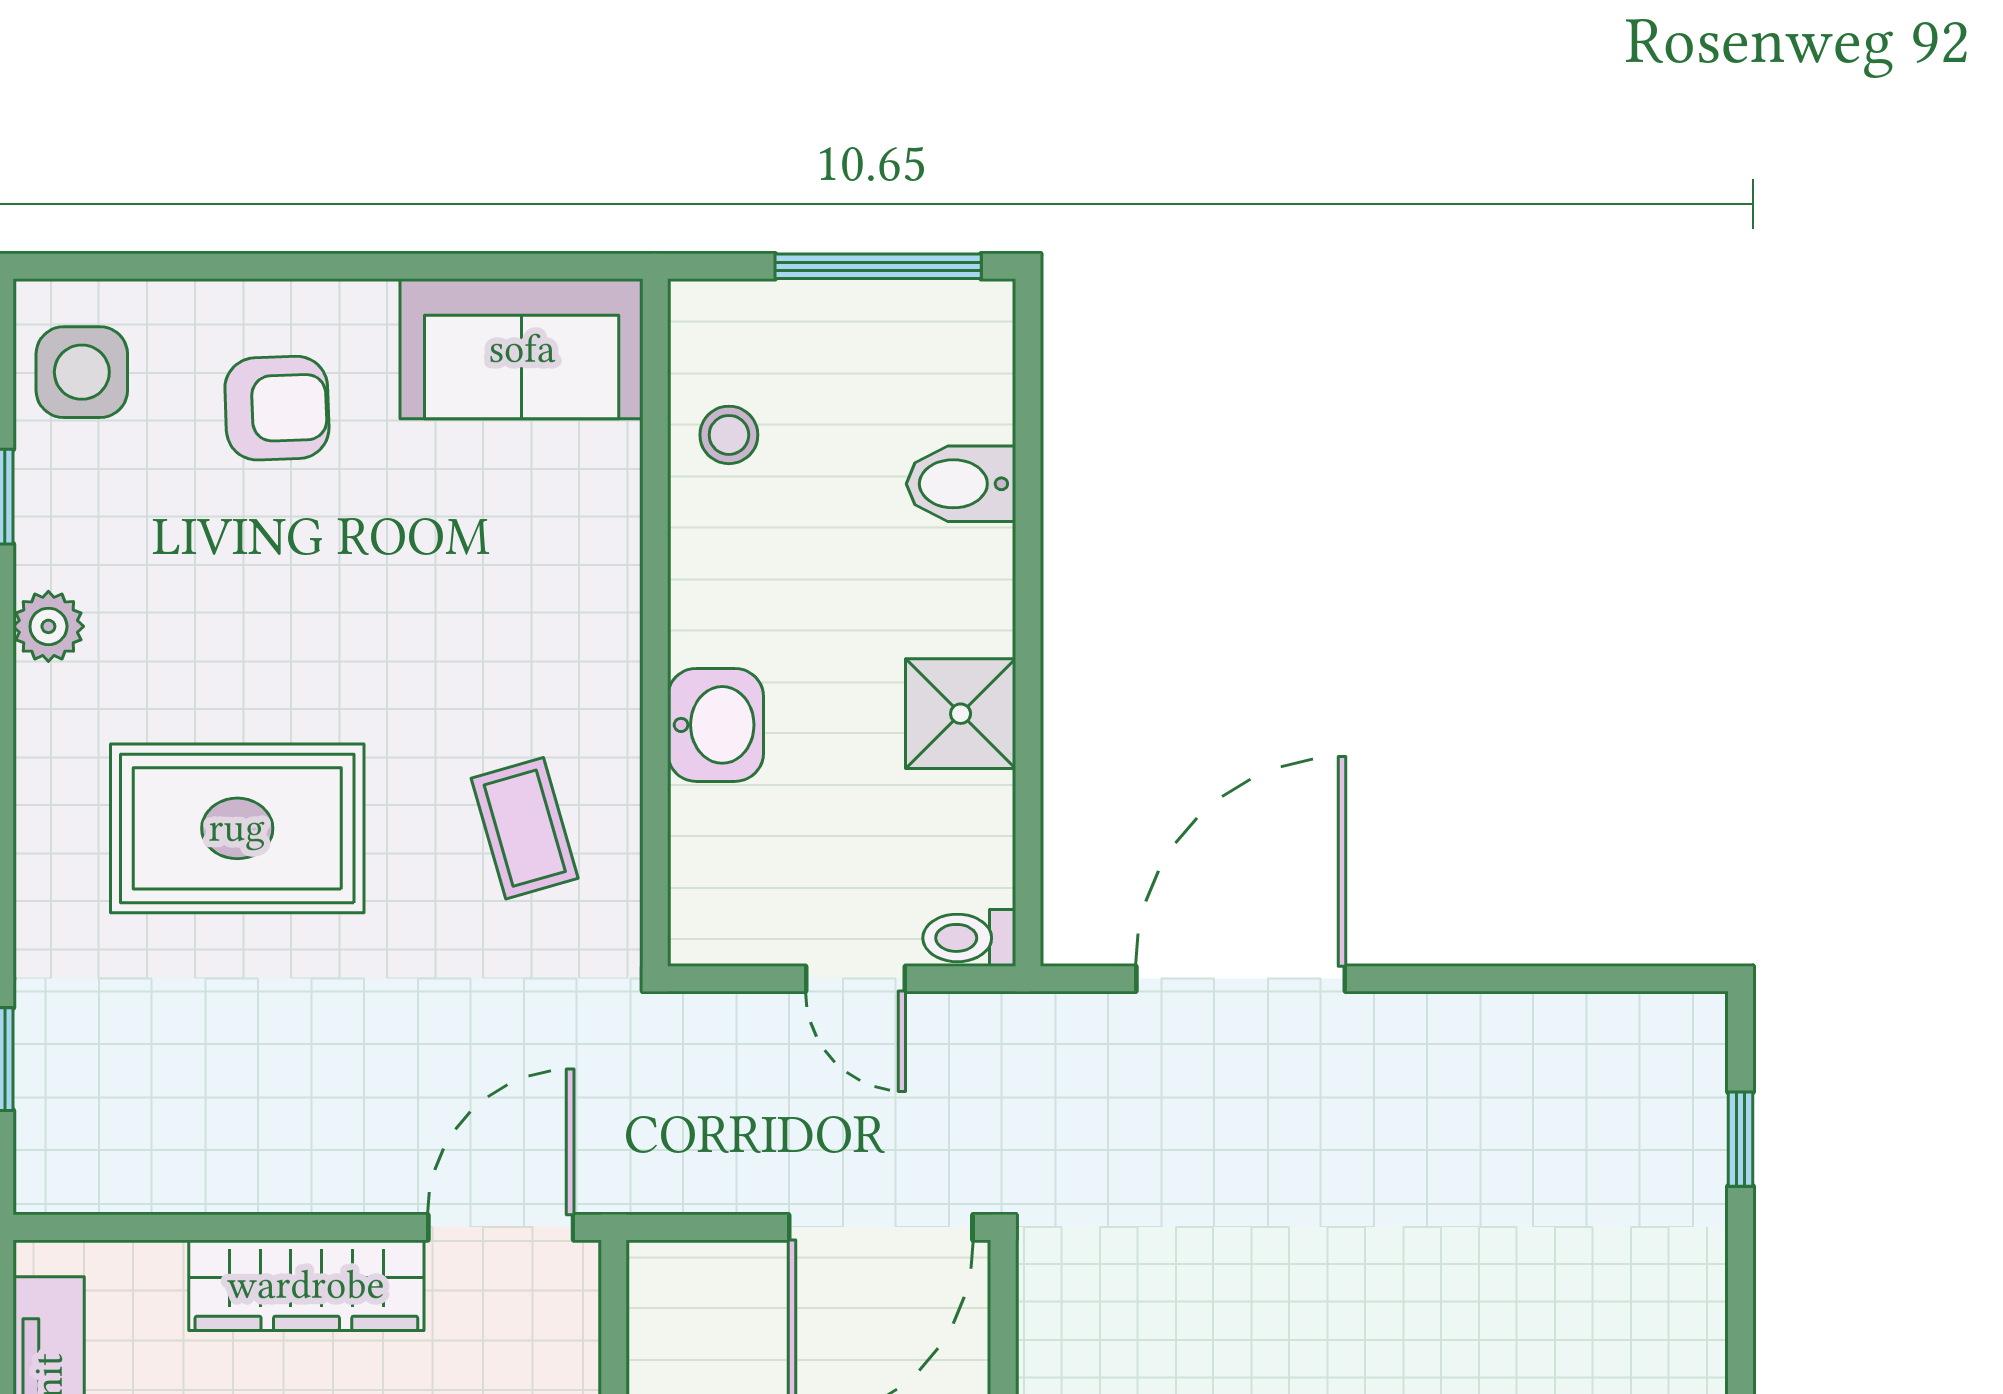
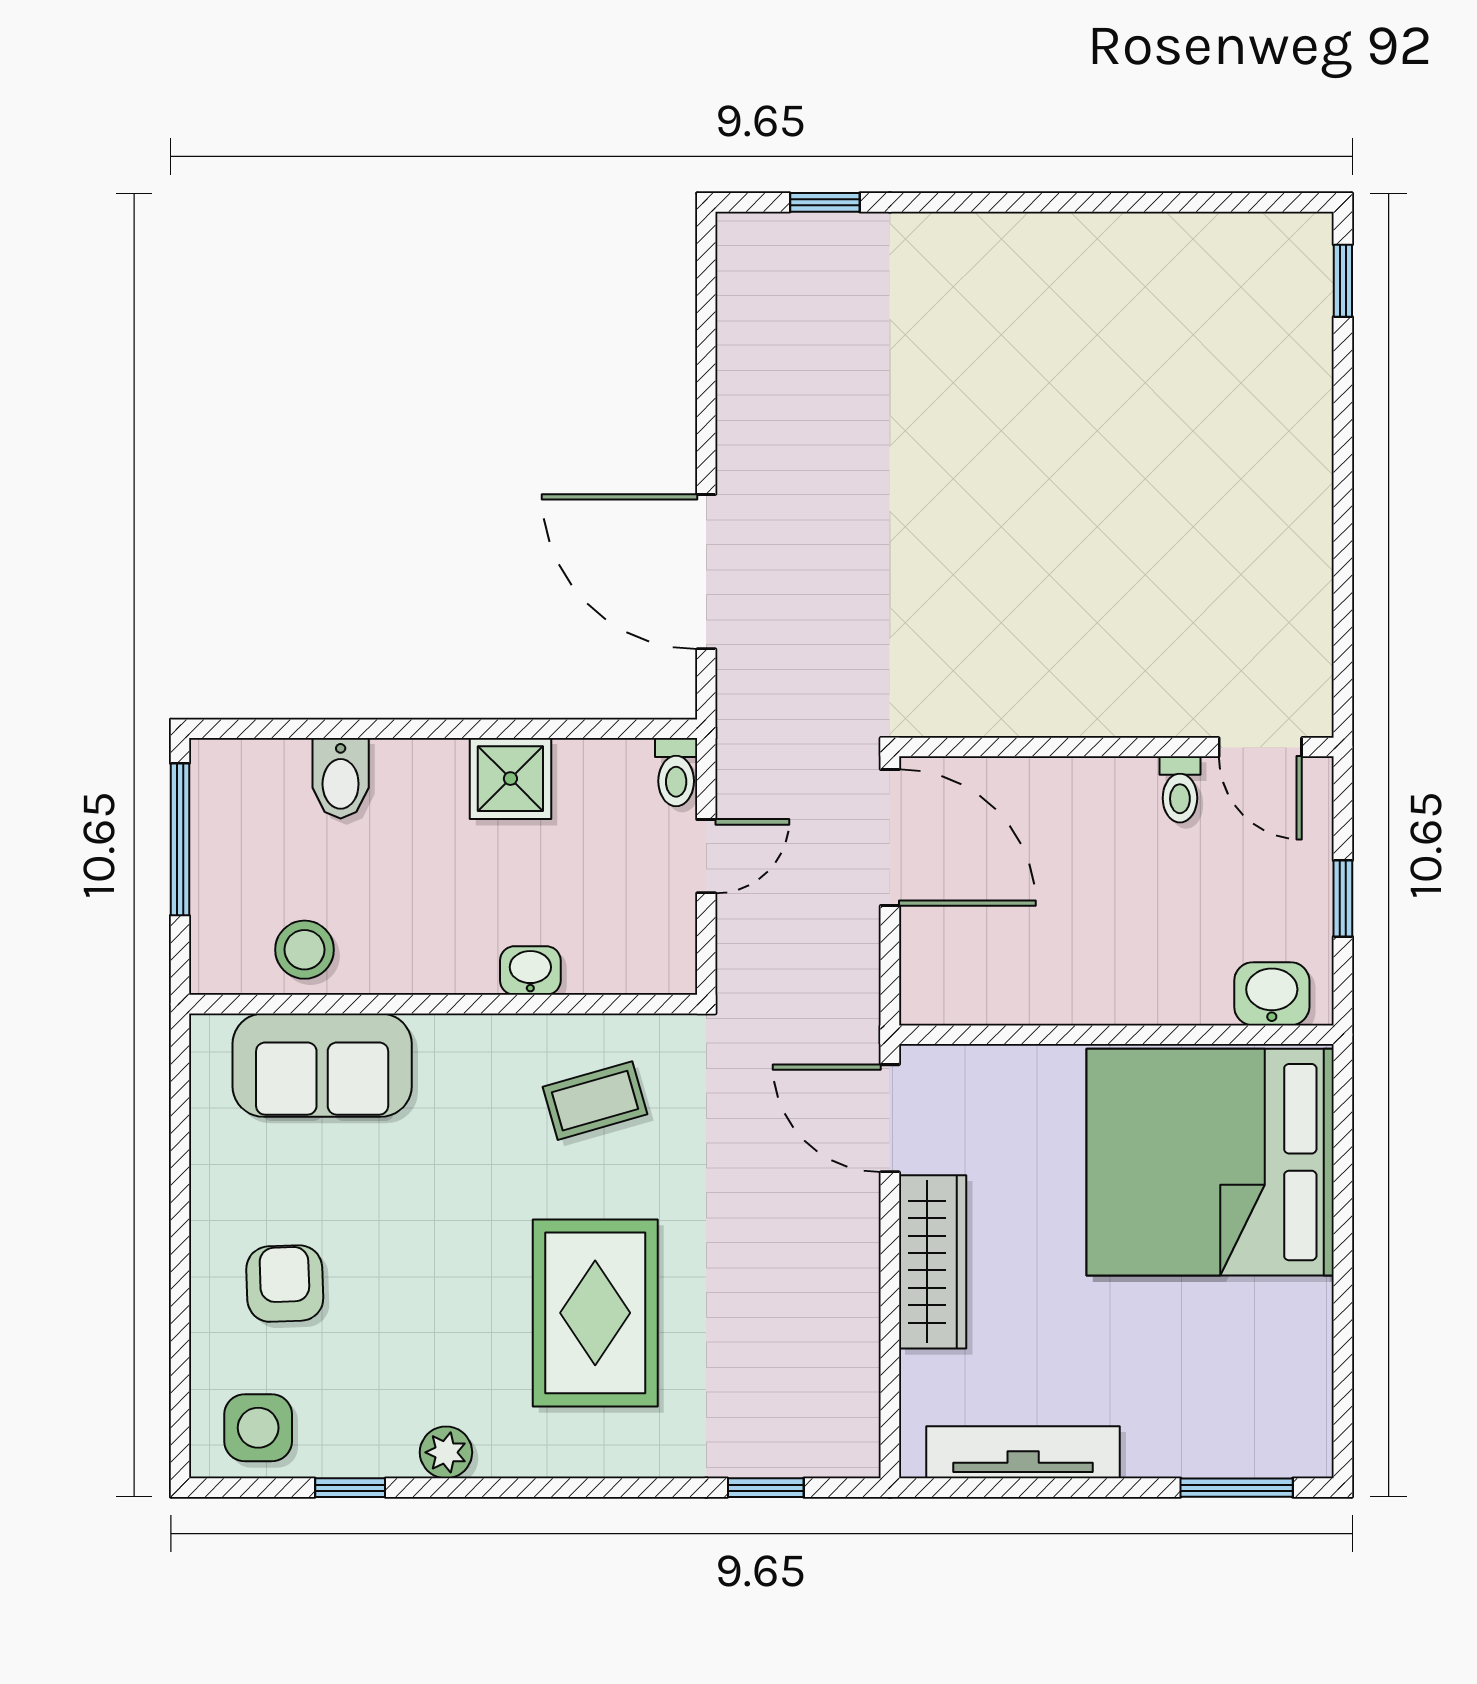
sofa: (522, 349) -> (322, 1065), moved, turned 90
stool: (729, 435) -> (304, 950), width x1.37, depth x1.37
washbasin: (716, 725) -> (530, 970), width x0.72, depth x0.69

